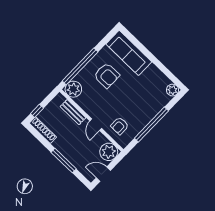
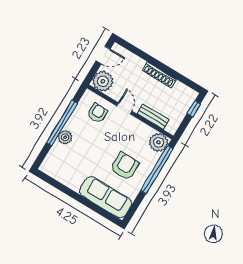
armchair: (107, 75) -> (125, 166), turned 90
plant: (173, 90) -> (65, 137), moved
shoe rack: (43, 130) -> (159, 75), moved
window: (64, 161) -> (151, 60), removed

